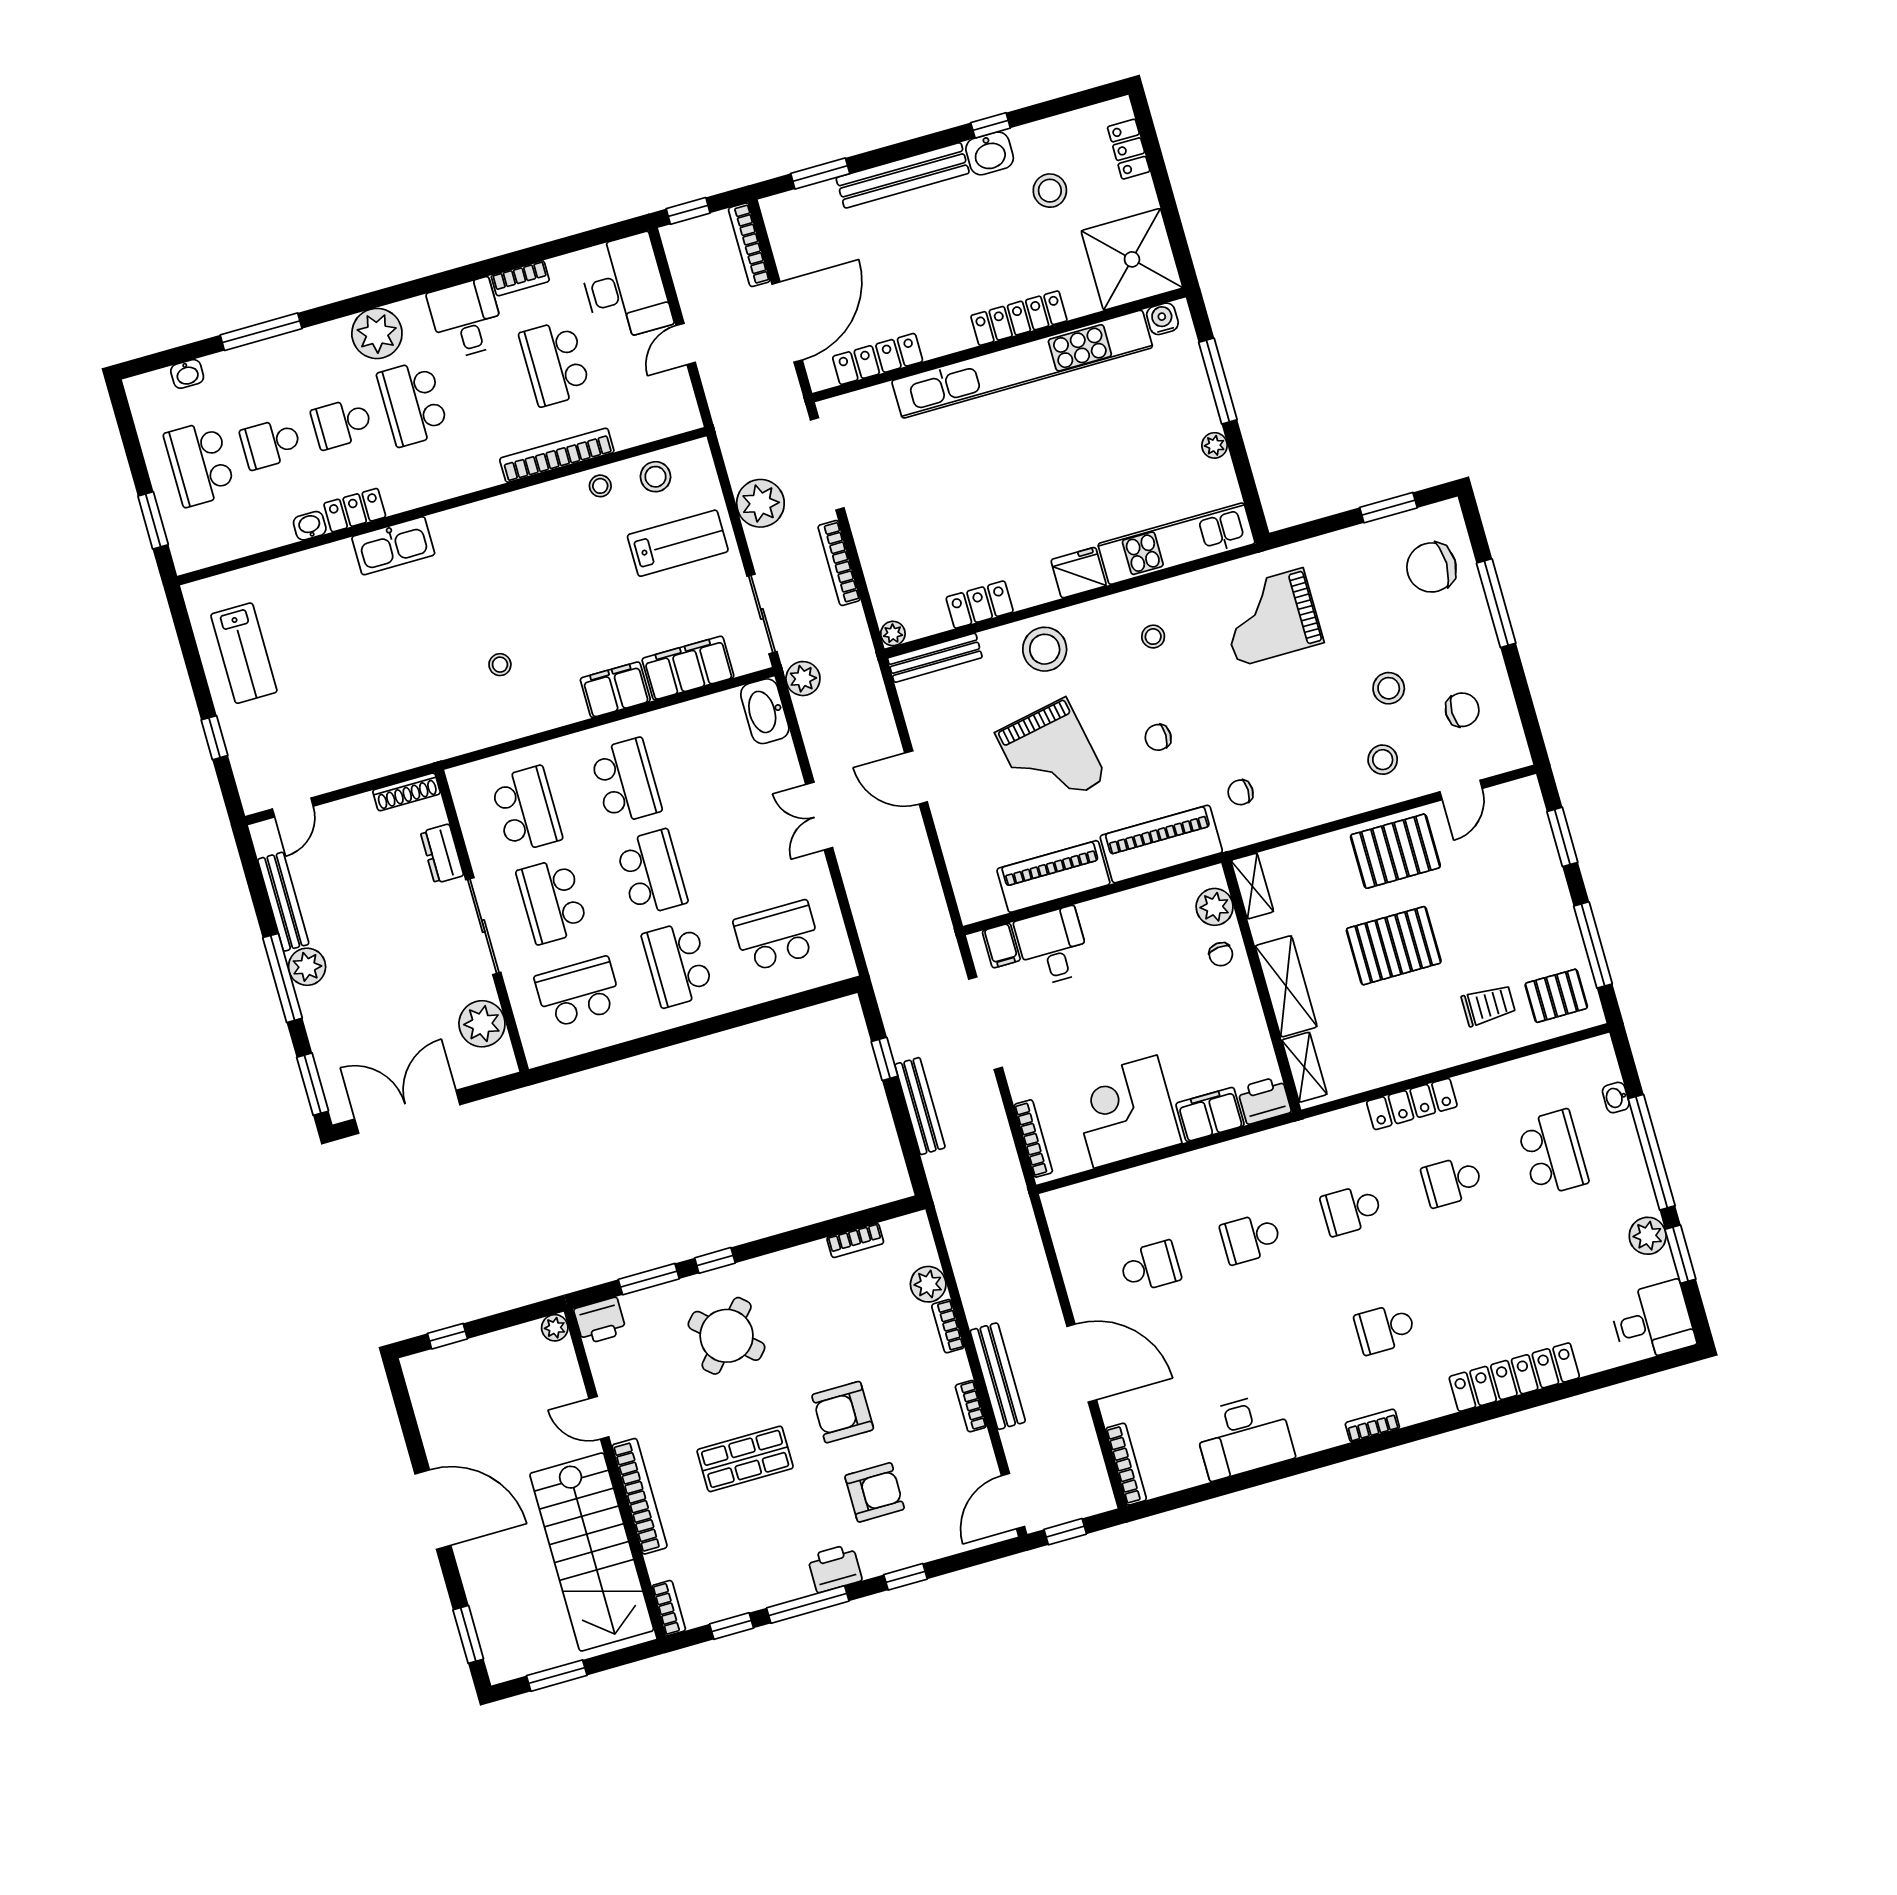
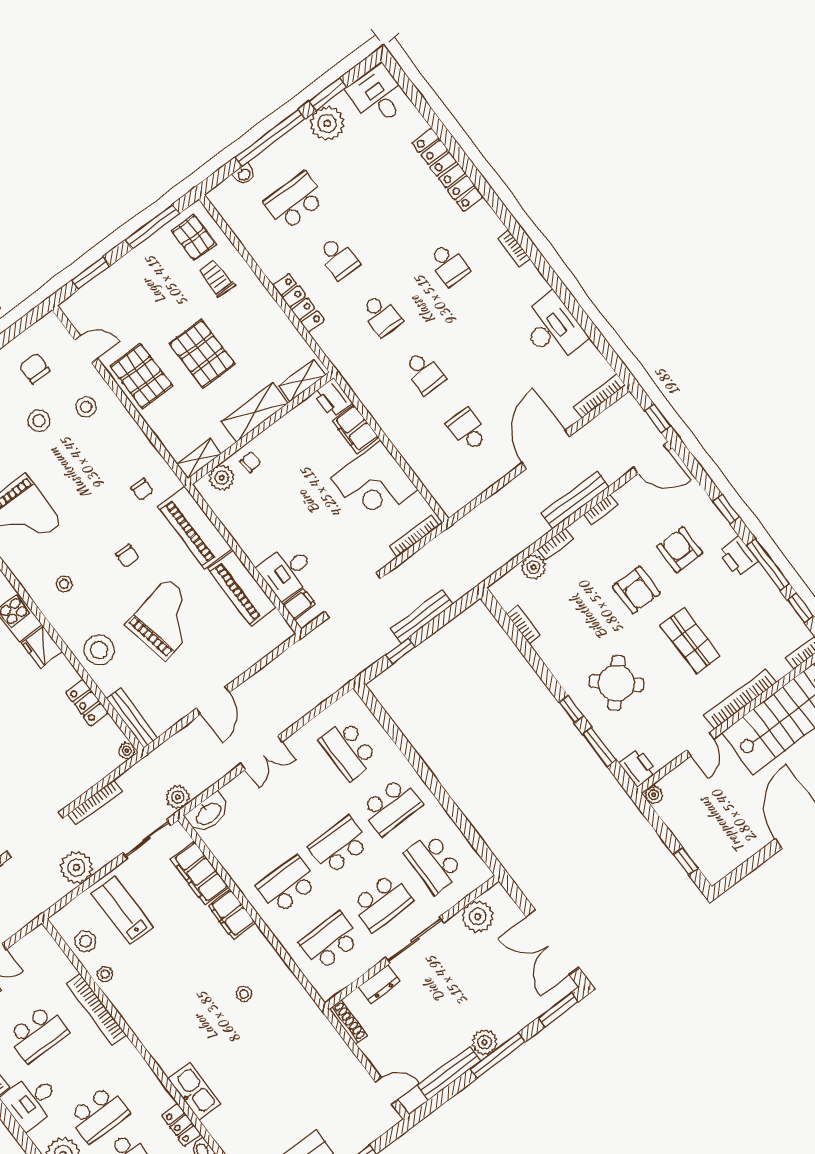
plant: (1648, 1236) -> (327, 123), width x1.36, depth x1.36

